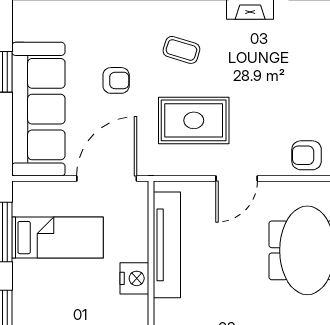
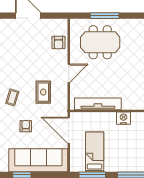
rug: (194, 120) -> (43, 92), width x0.73, depth x0.70
door: (237, 179) -> (69, 73), hinge flipped
nightstand: (134, 278) -> (123, 118), moved

